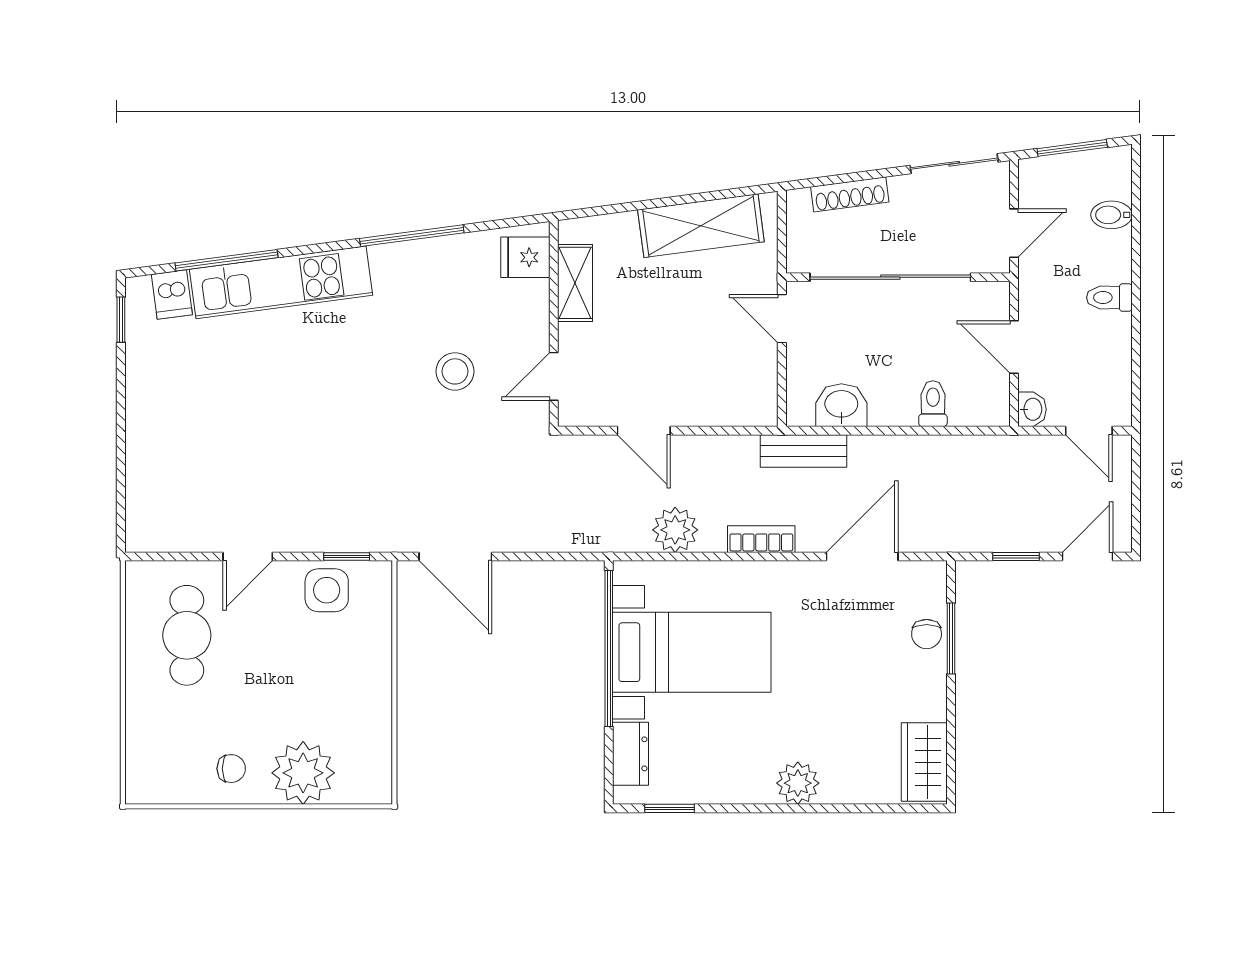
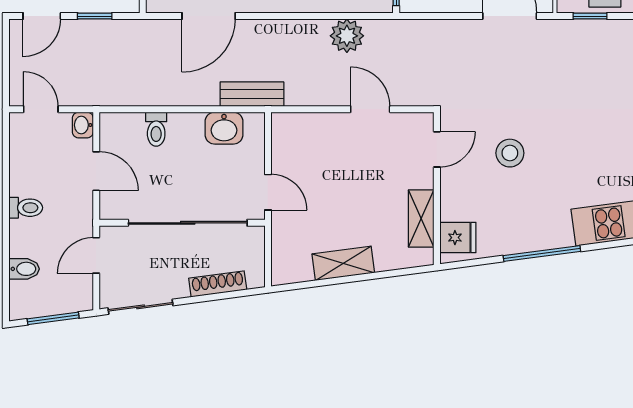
shelving: (701, 226) -> (343, 263), width x0.67, depth x0.75
bookcase: (761, 539) -> (283, 29), removed

